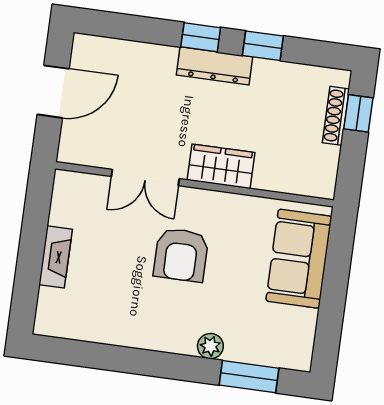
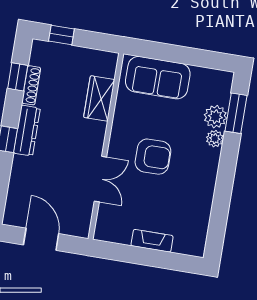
window: (263, 46) -> (18, 77), moved
shoe rack: (336, 116) -> (31, 85), moved, turned -90
wardrobe: (221, 166) -> (99, 98), moved
plant: (243, 346) -> (215, 117), added

